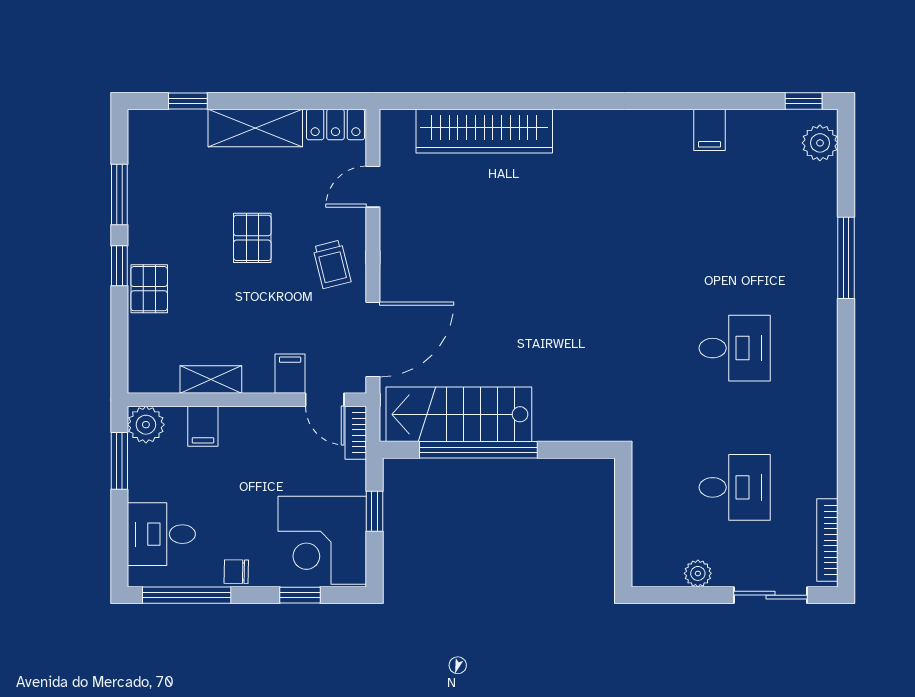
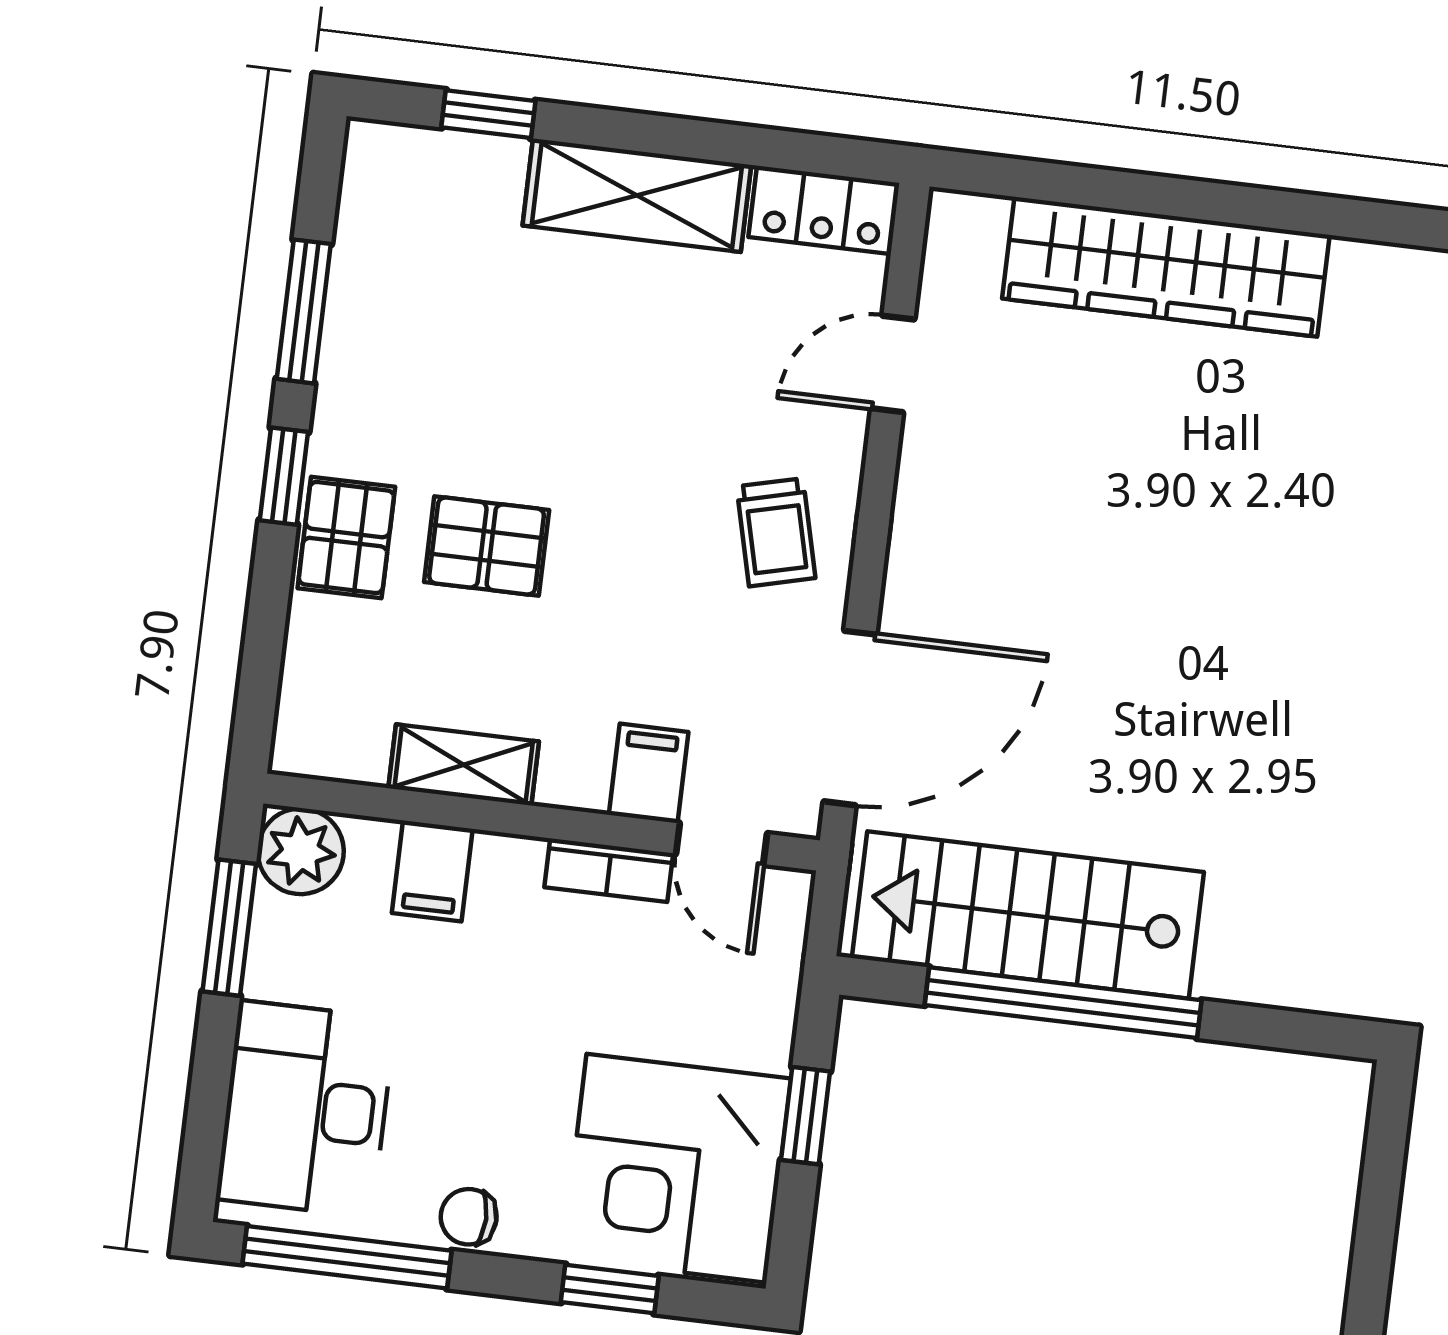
pallet: (252, 238) -> (487, 546), moved, turned 90
bookcase: (356, 433) -> (609, 870), moved, turned -90
desk: (161, 534) -> (306, 1109), width x1.37

